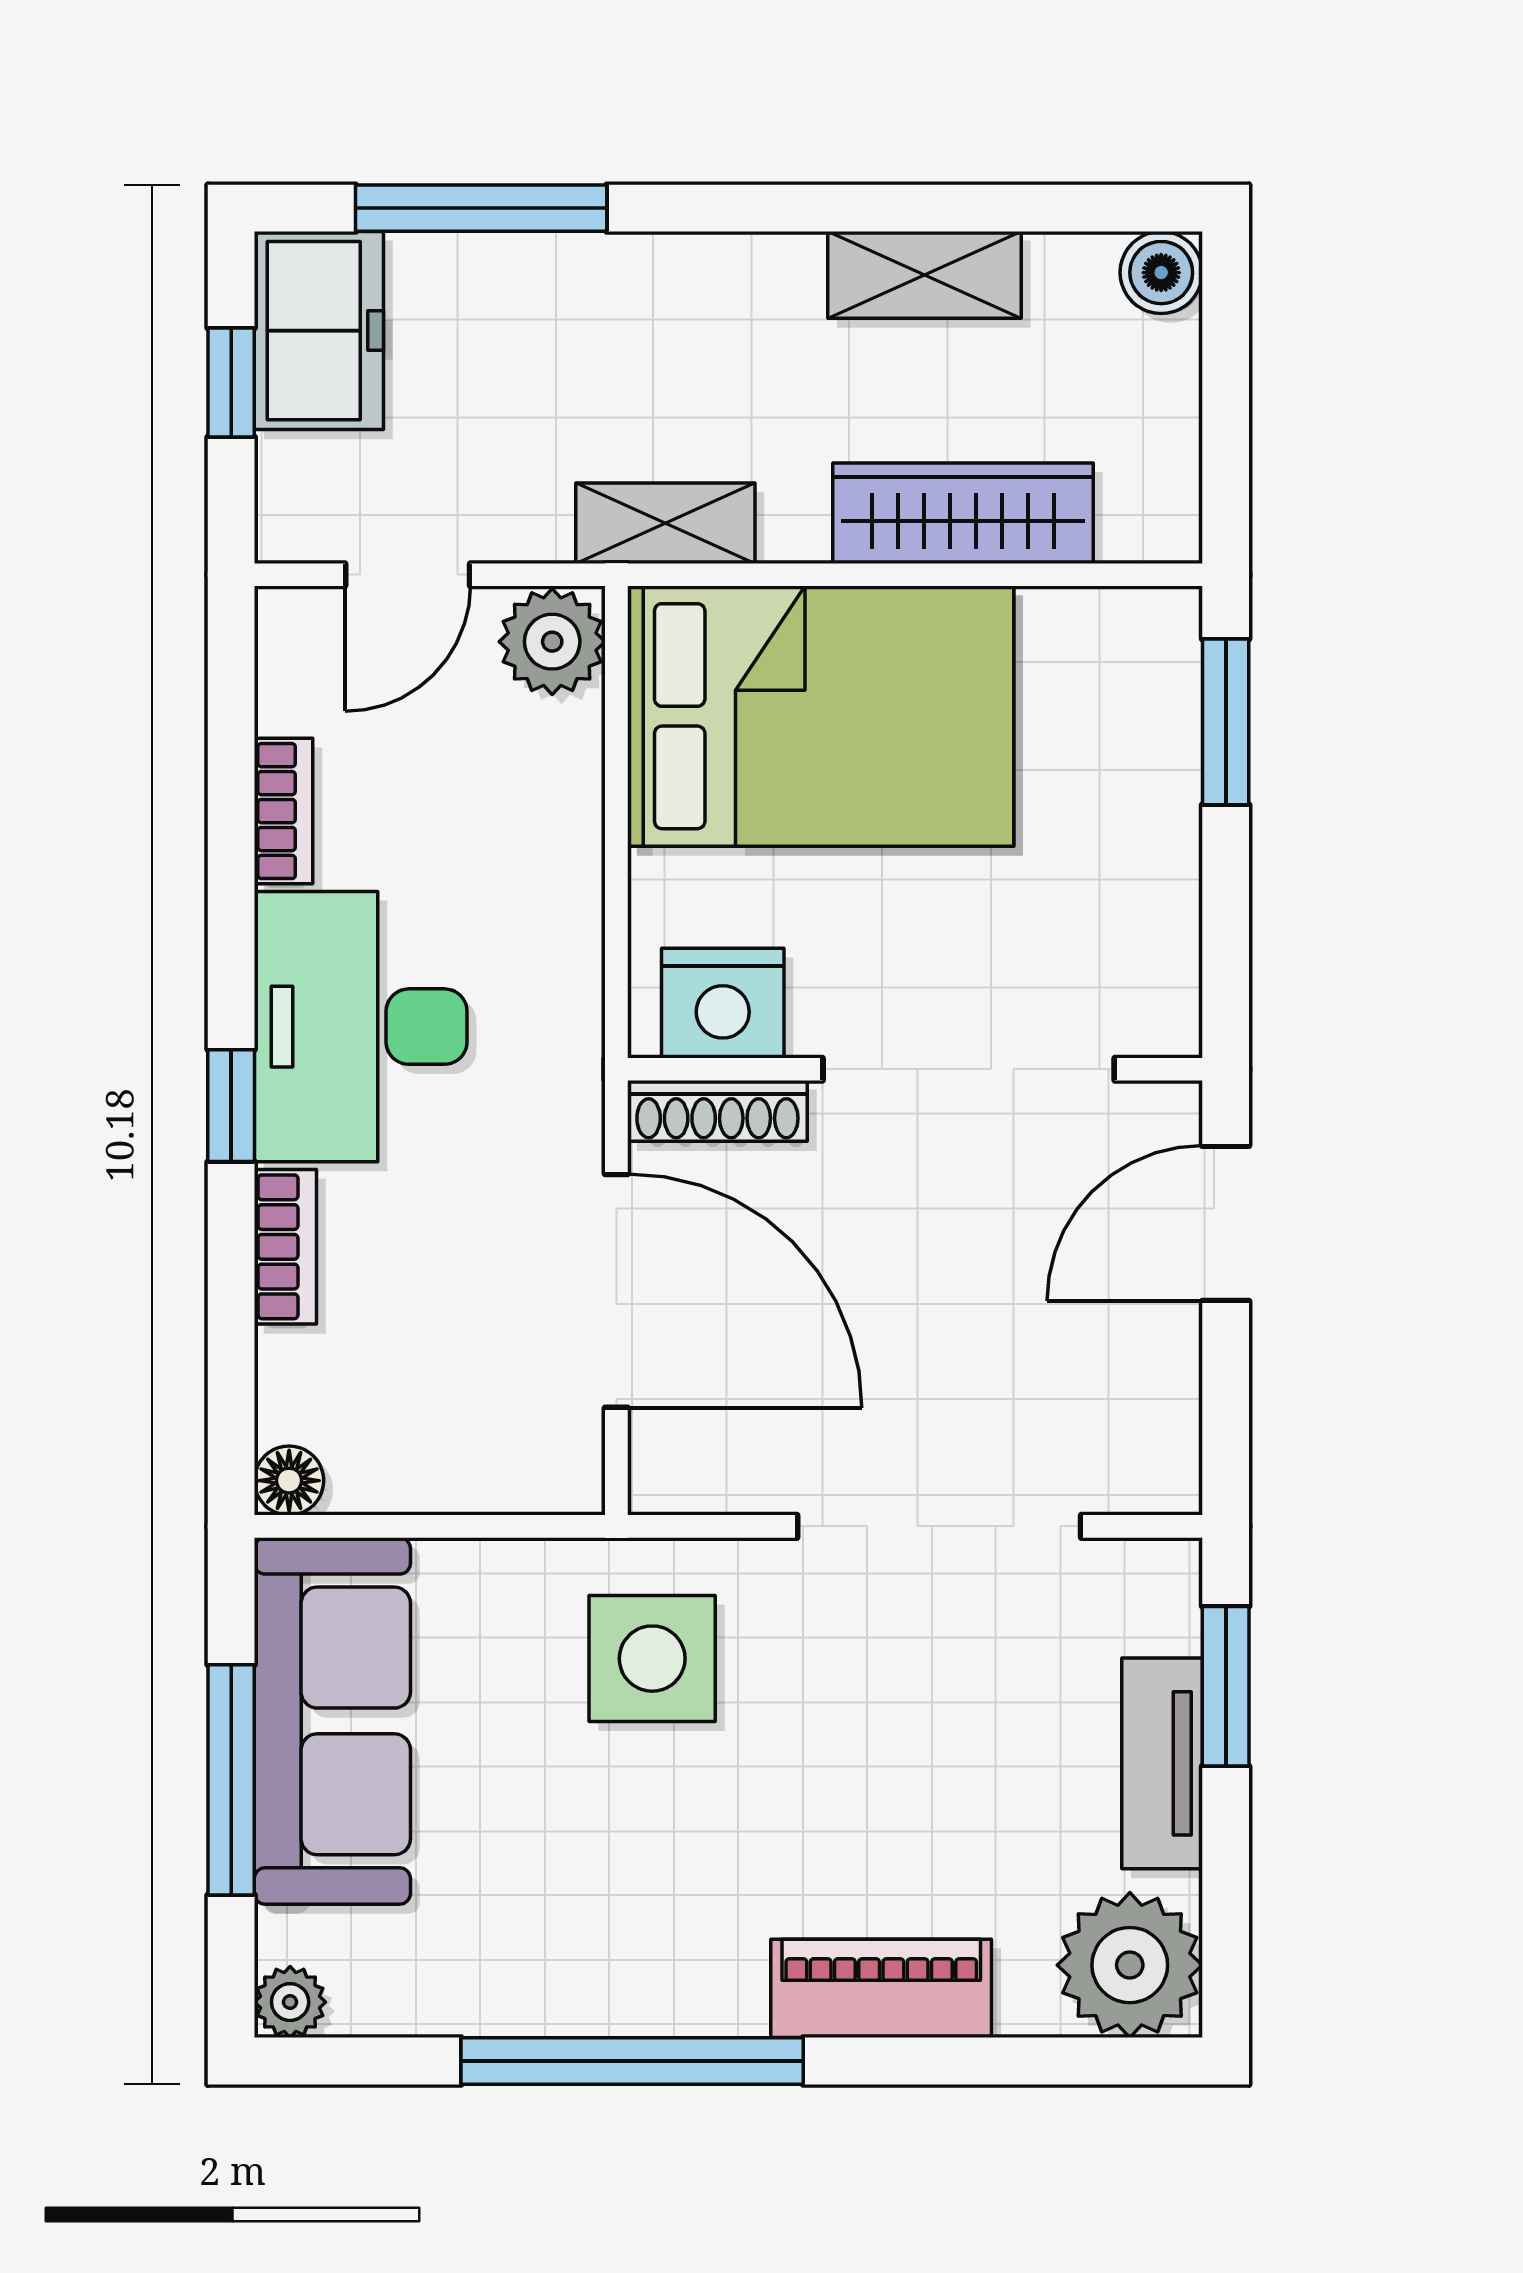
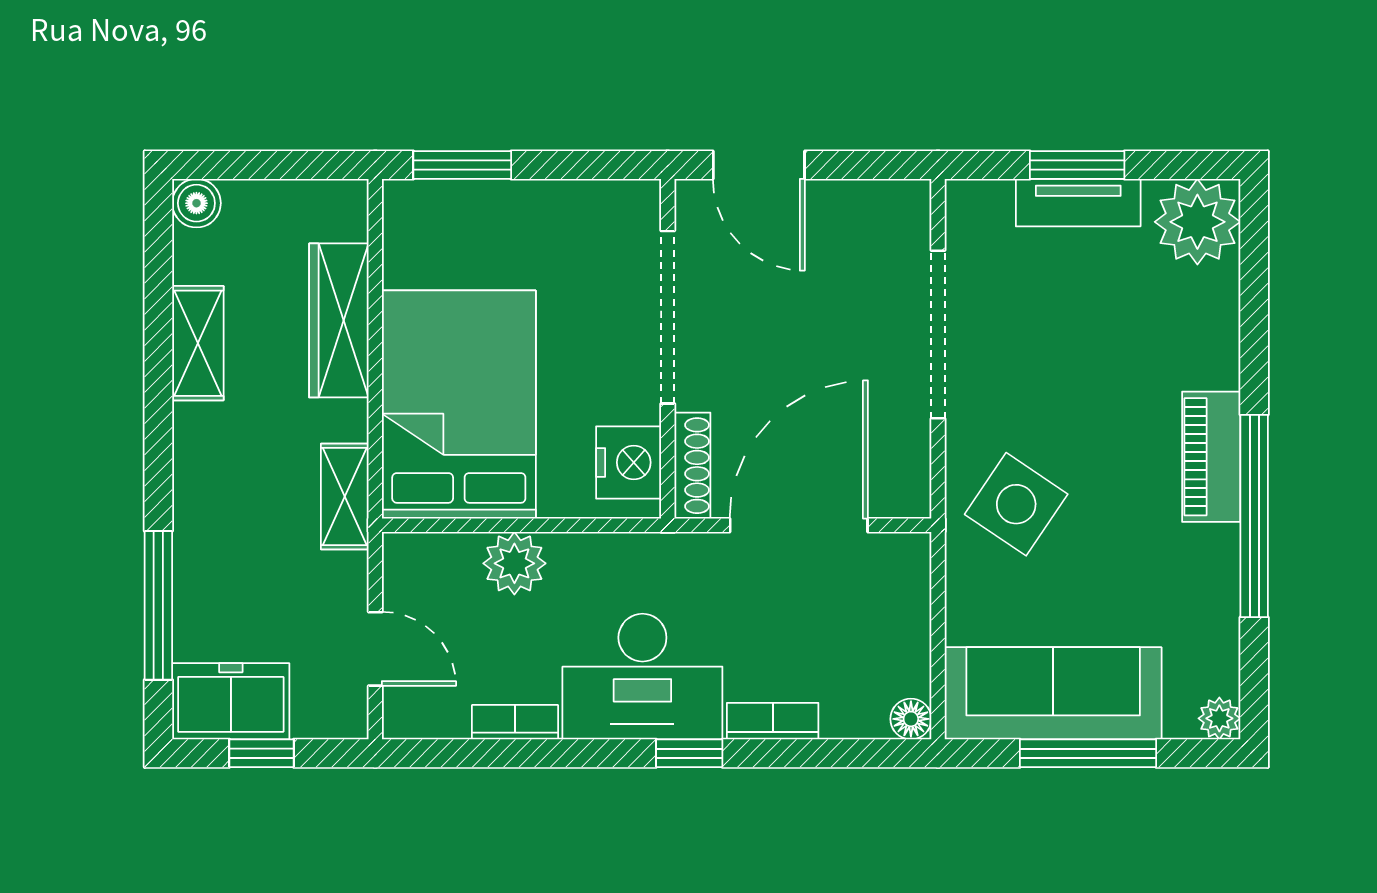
plant: (552, 642) -> (514, 563), moved
side table: (652, 1659) -> (1016, 504), turned 34
window: (1226, 1686) -> (1077, 165), moved
piano: (881, 1988) -> (1211, 457), moved

